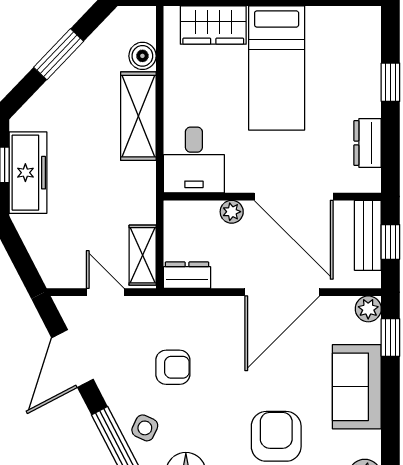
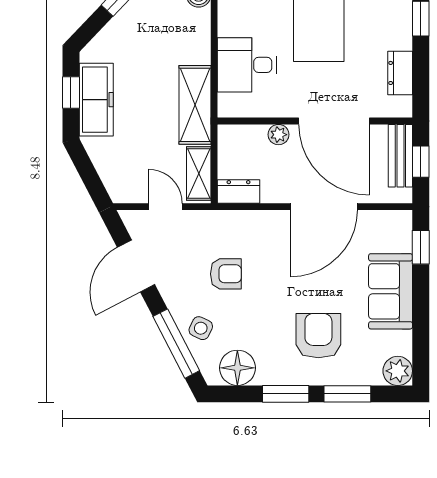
shelving: (138, 116) -> (195, 105), moved
desk: (194, 160) -> (247, 65), moved, turned 90
plant: (368, 309) -> (401, 222), removed

